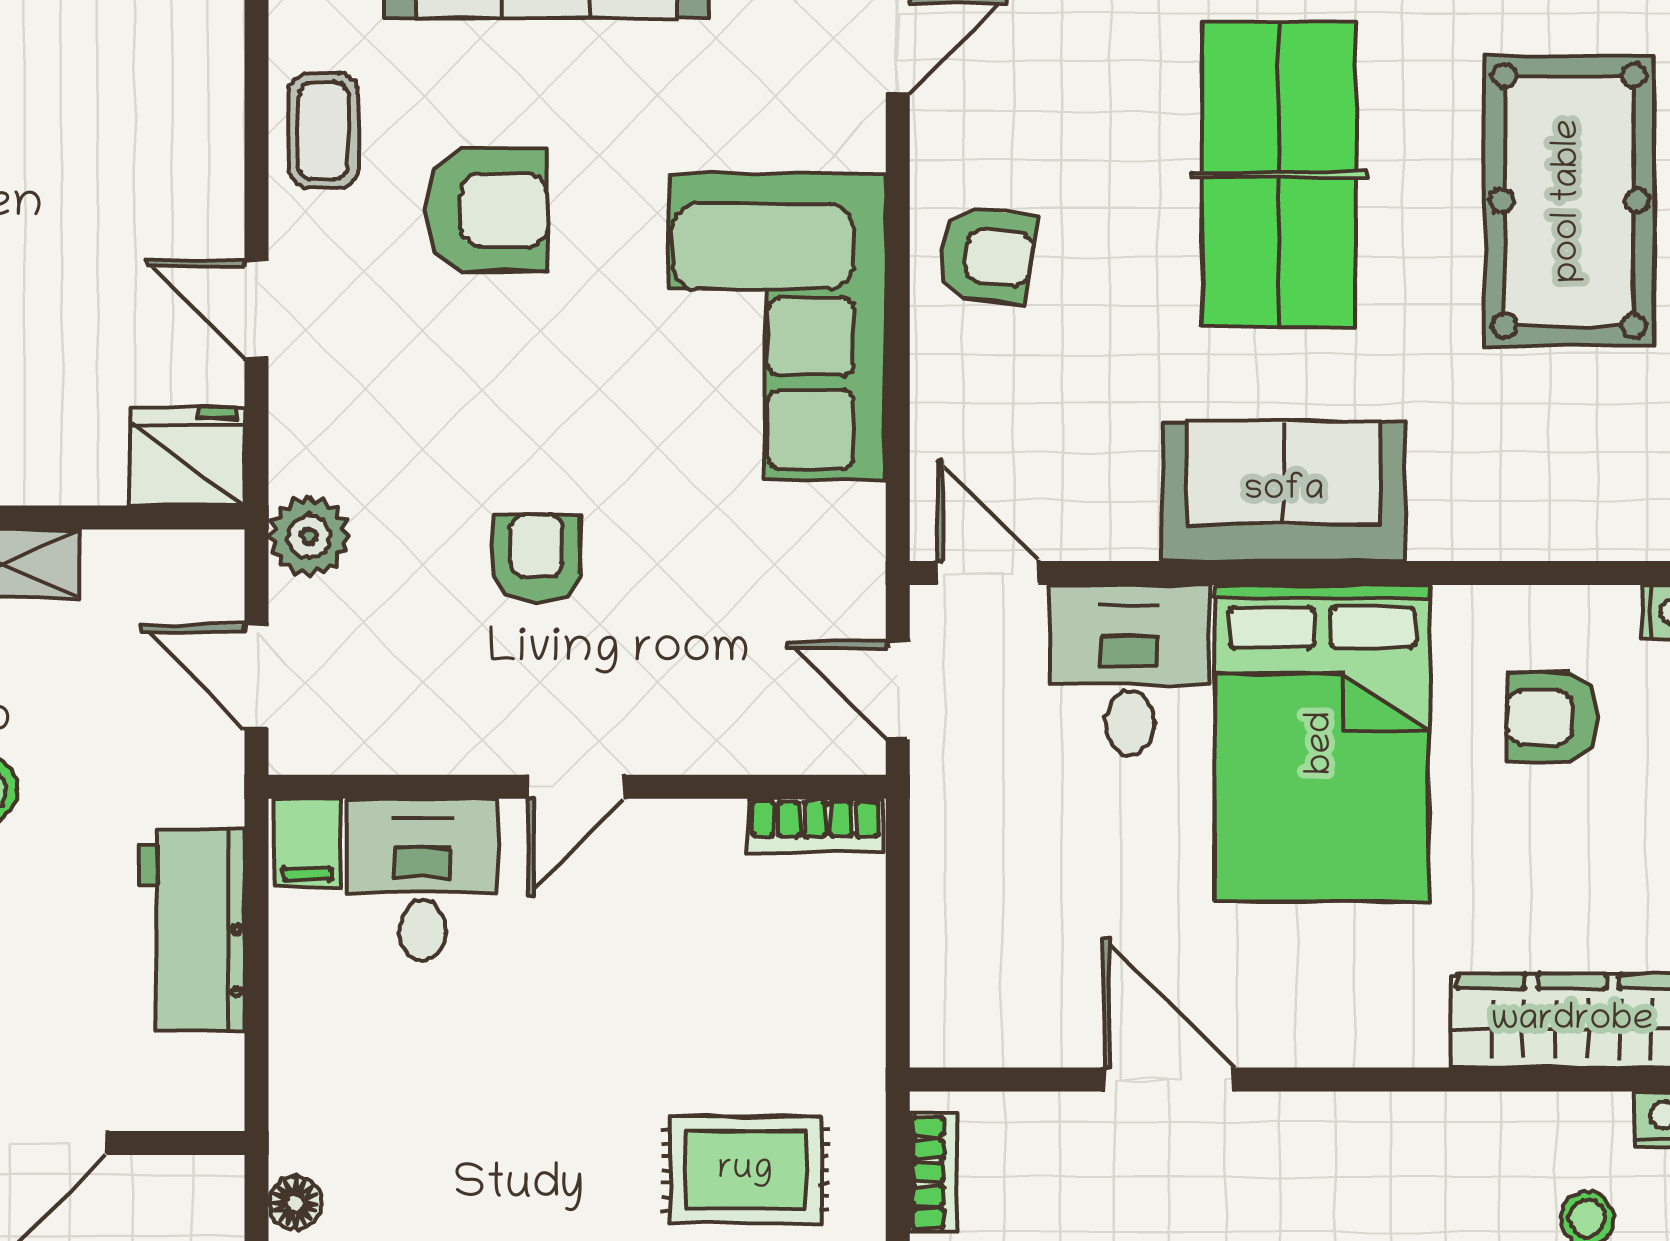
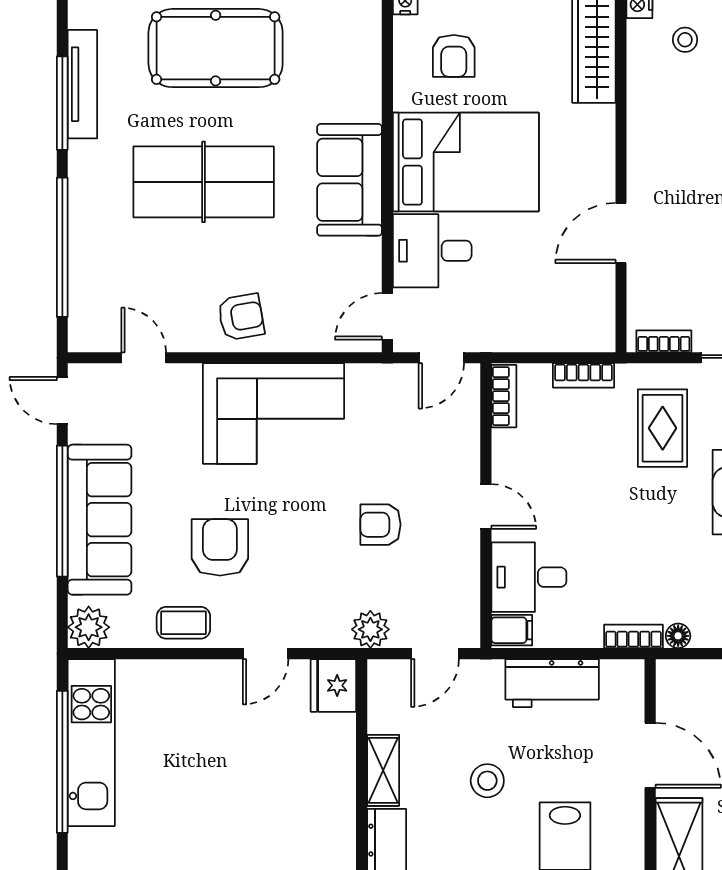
armchair: (986, 256) -> (241, 317), turned 73
bookcase: (859, 998) -> (583, 375), added
bookcase: (294, 1107) -> (633, 636), added

